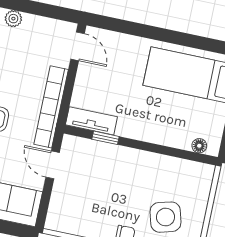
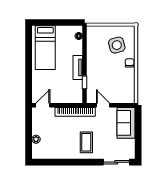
tv unit: (91, 121) -> (78, 68), moved
door: (53, 165) -> (103, 105), swing flipped

